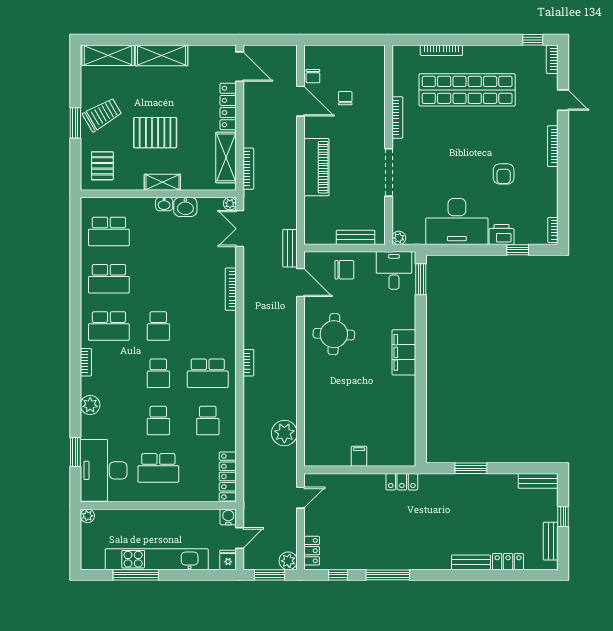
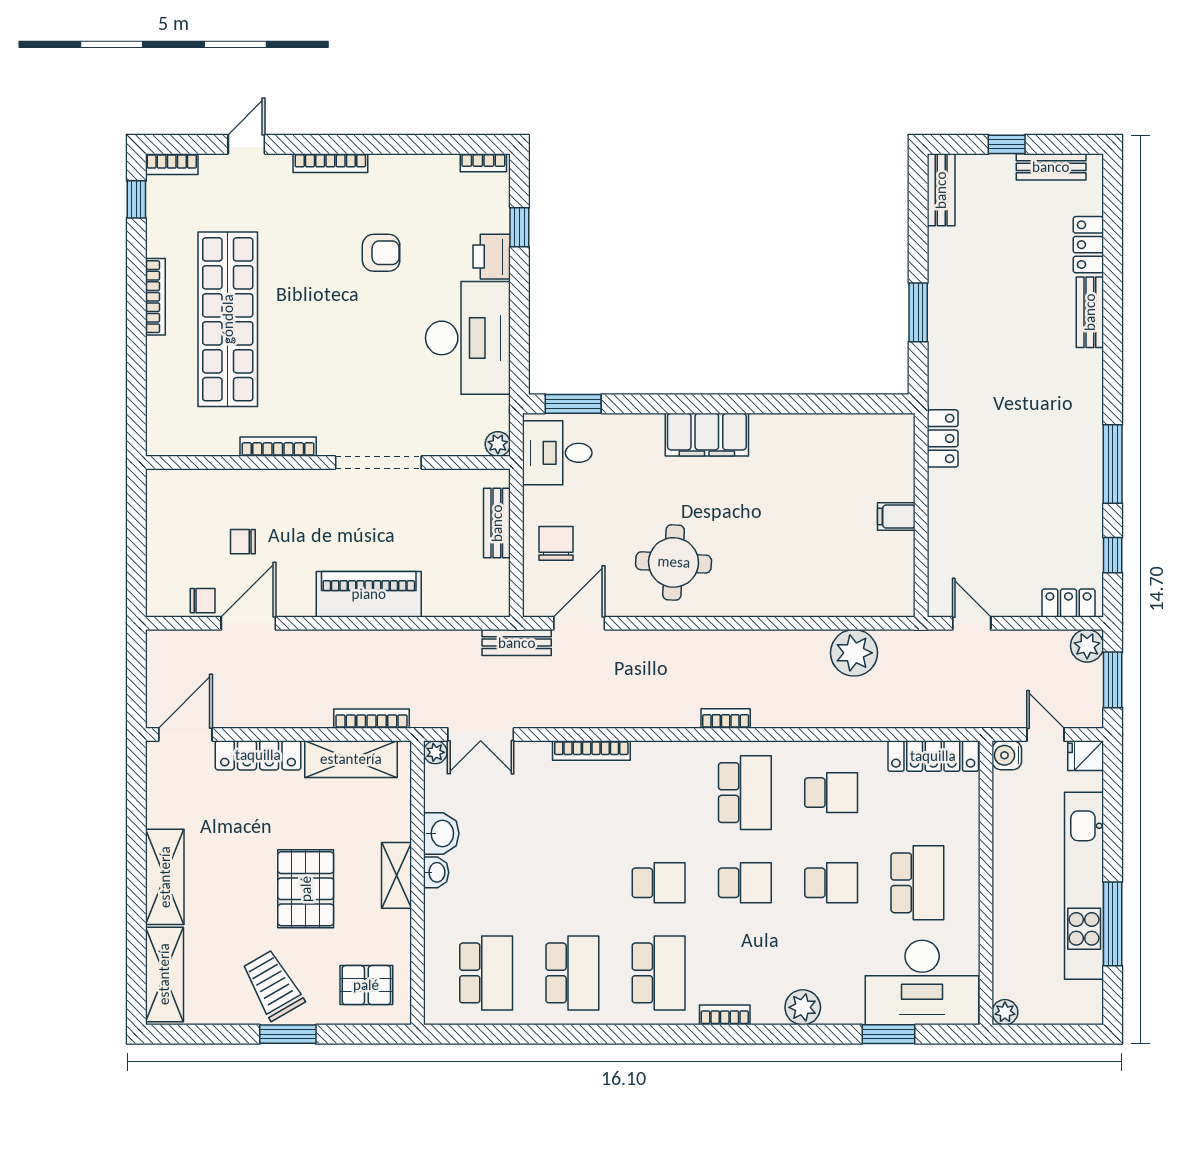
bookcase: (441, 50) -> (155, 297), moved

